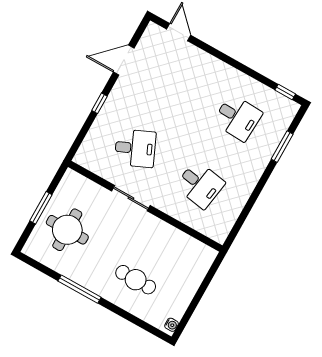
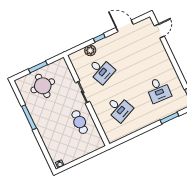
plant: (99, 131) -> (90, 50), added
desk: (200, 185) -> (119, 109), turned -33
cafe table: (136, 280) -> (80, 122), moved

